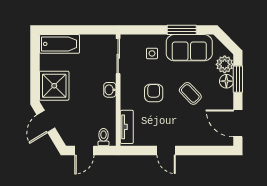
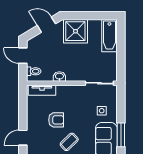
washbasin: (110, 90) -> (59, 76), moved
armchair: (154, 93) -> (56, 120), moved
door: (166, 150) -> (23, 138), moved

